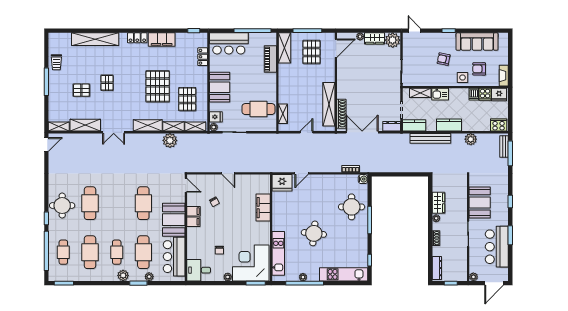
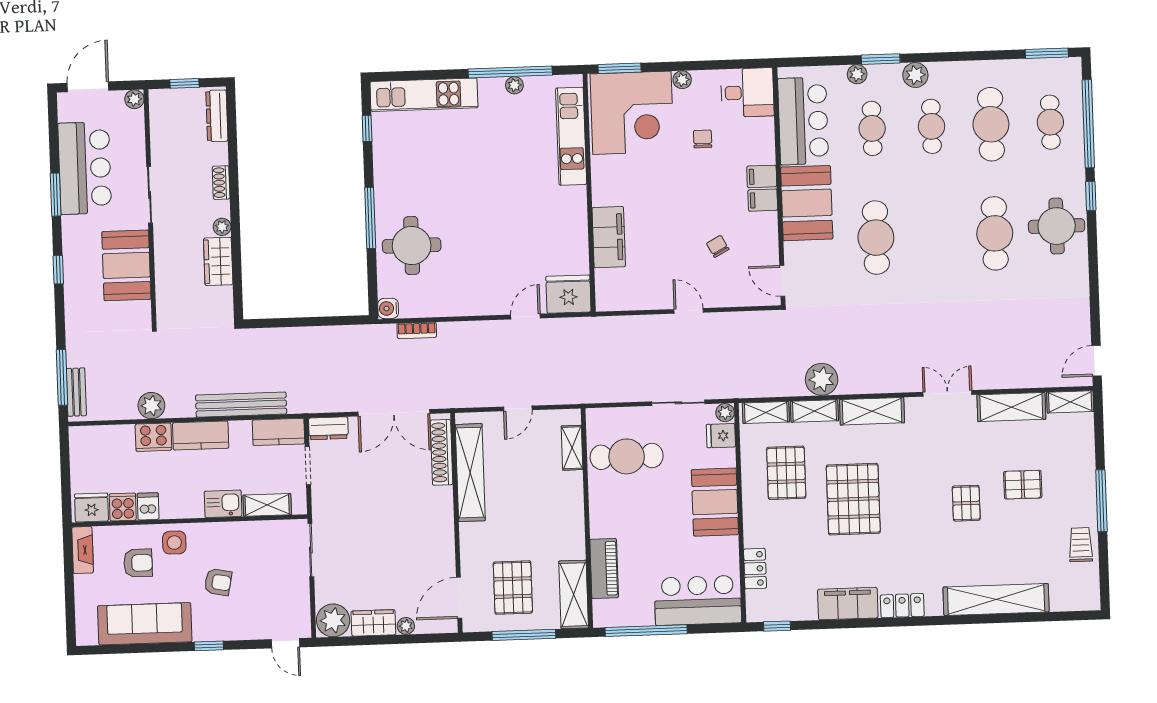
cooker: (499, 125) -> (153, 437), moved
filing cabinet: (194, 211) -> (762, 176), moved
round table: (314, 233) -> (494, 183), removed
cafe table: (143, 252) -> (872, 128), width x0.73, depth x0.74

